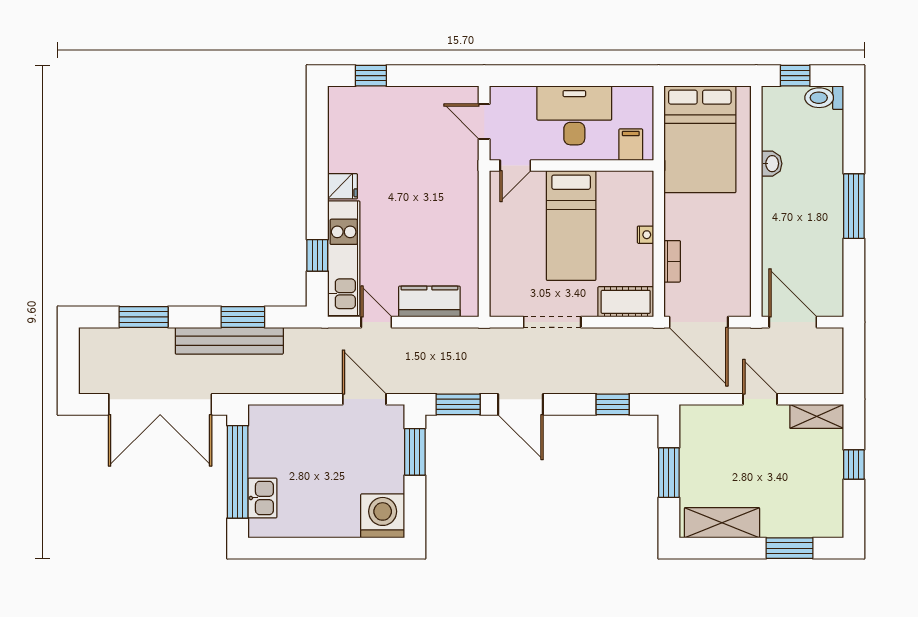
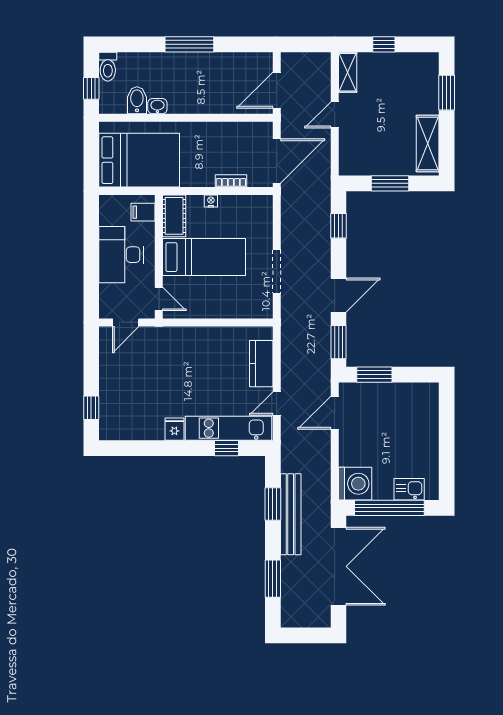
bidet: (780, 136) -> (137, 100), added
cot: (626, 302) -> (174, 216), moved
washing machine: (383, 516) -> (355, 484), moved, turned 180

